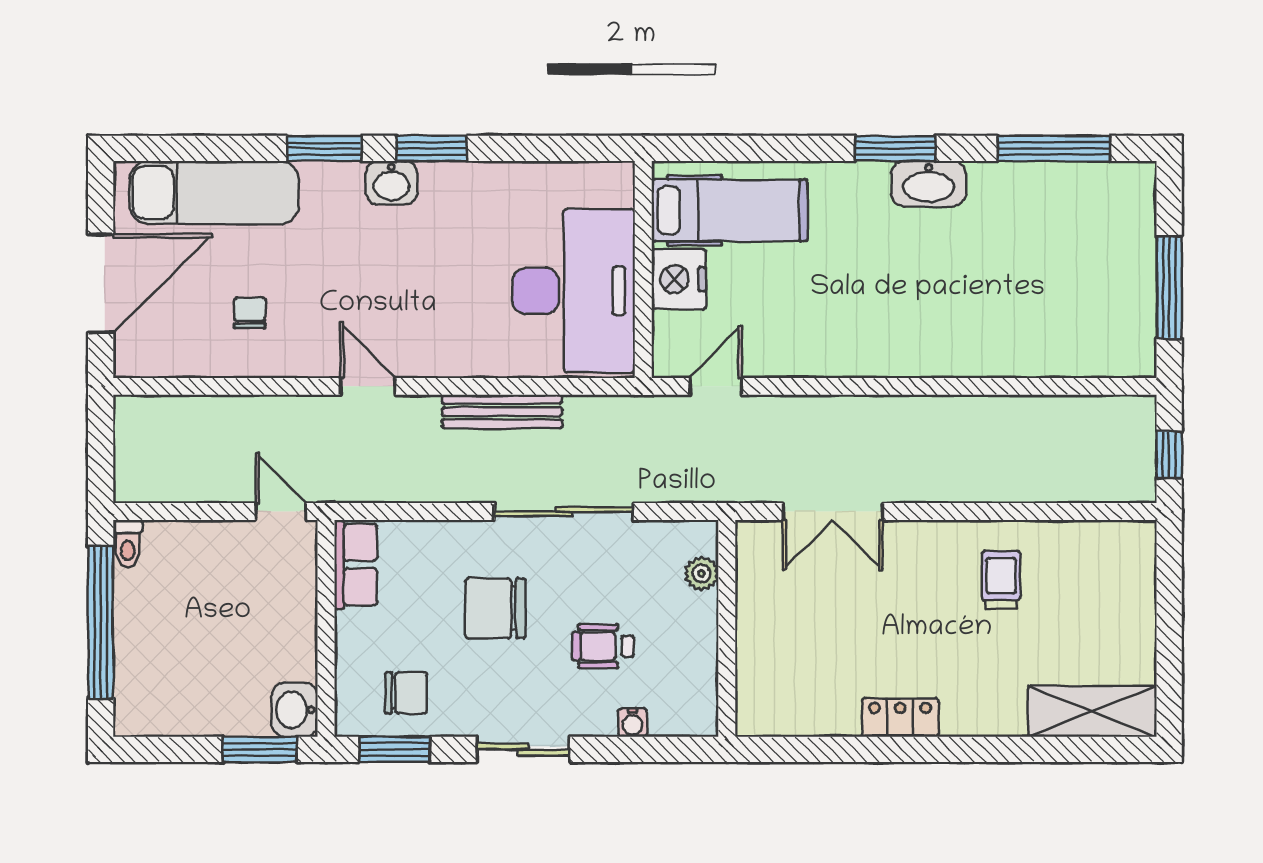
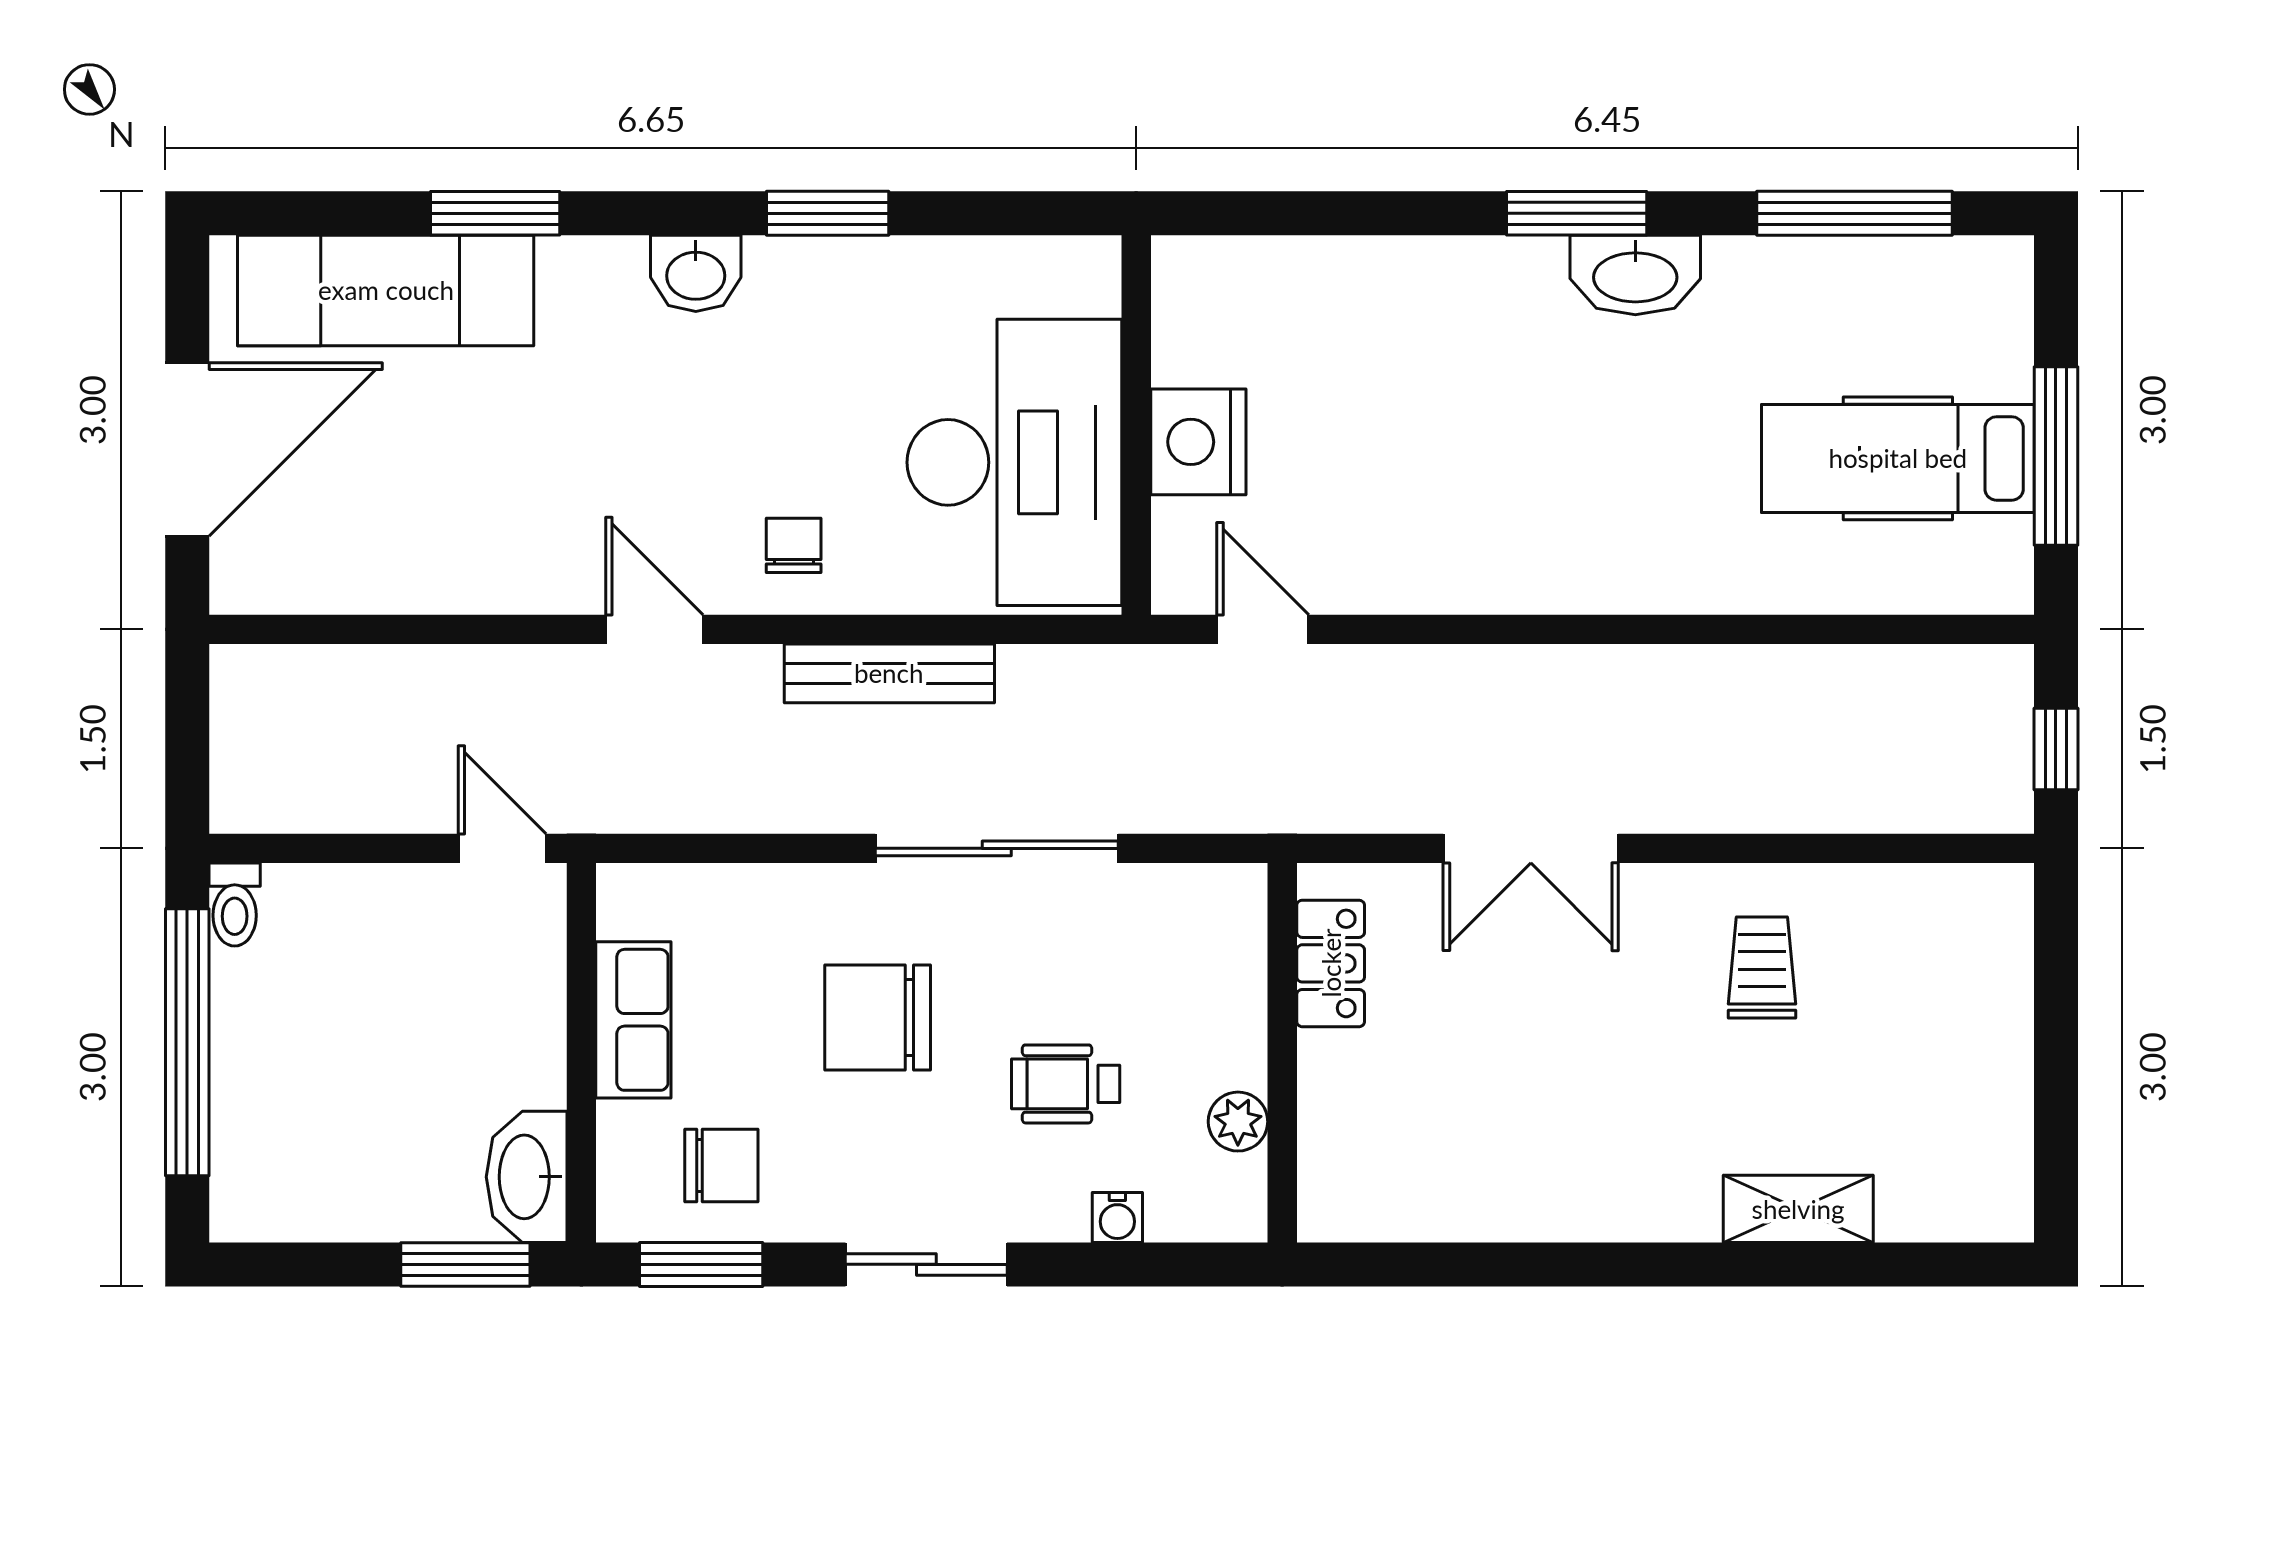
window: (324, 148) -> (495, 213), moved
window: (432, 148) -> (828, 213), moved
hospital bed: (729, 210) -> (1898, 458), moved, turned 180
chair: (250, 313) -> (794, 545), moved
door: (716, 386) -> (1263, 629), hinge flipped
double door: (833, 512) -> (1531, 848), moved
row of seats: (356, 565) -> (633, 1020), moved
plant: (701, 574) -> (1238, 1122), moved
washbasin: (295, 710) -> (527, 1177), width x1.38
shelving: (1092, 711) -> (1798, 1209), moved, width x0.67, depth x0.75
locker: (900, 718) -> (1331, 963), moved, turned 90

